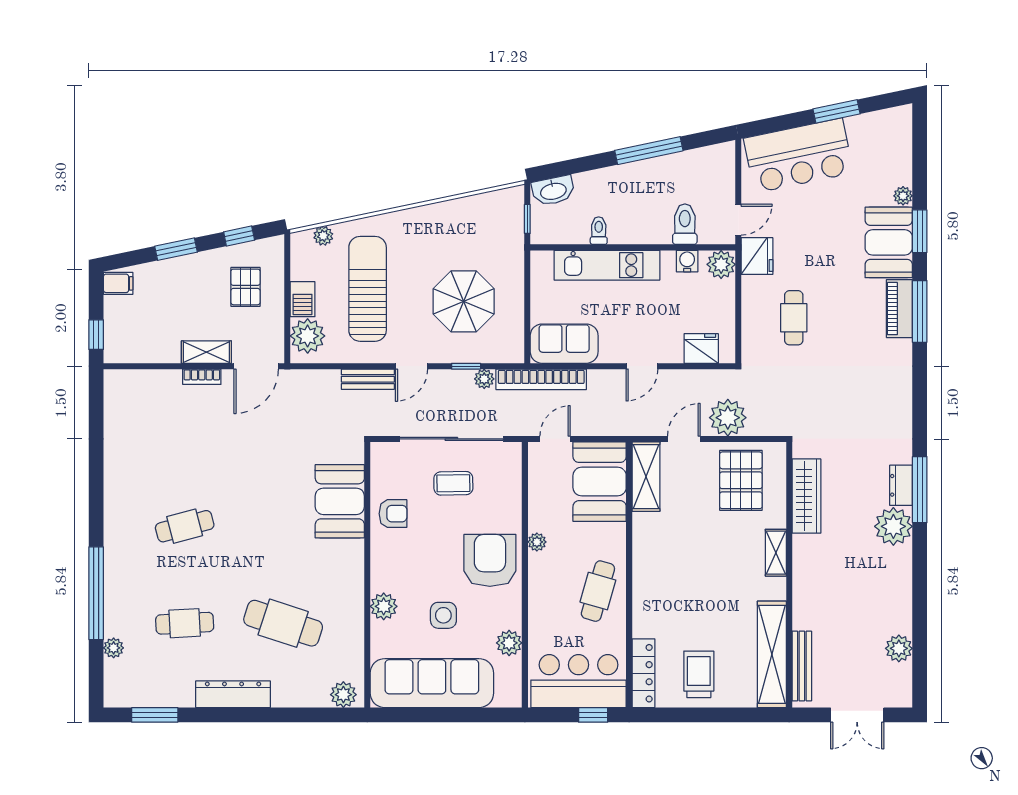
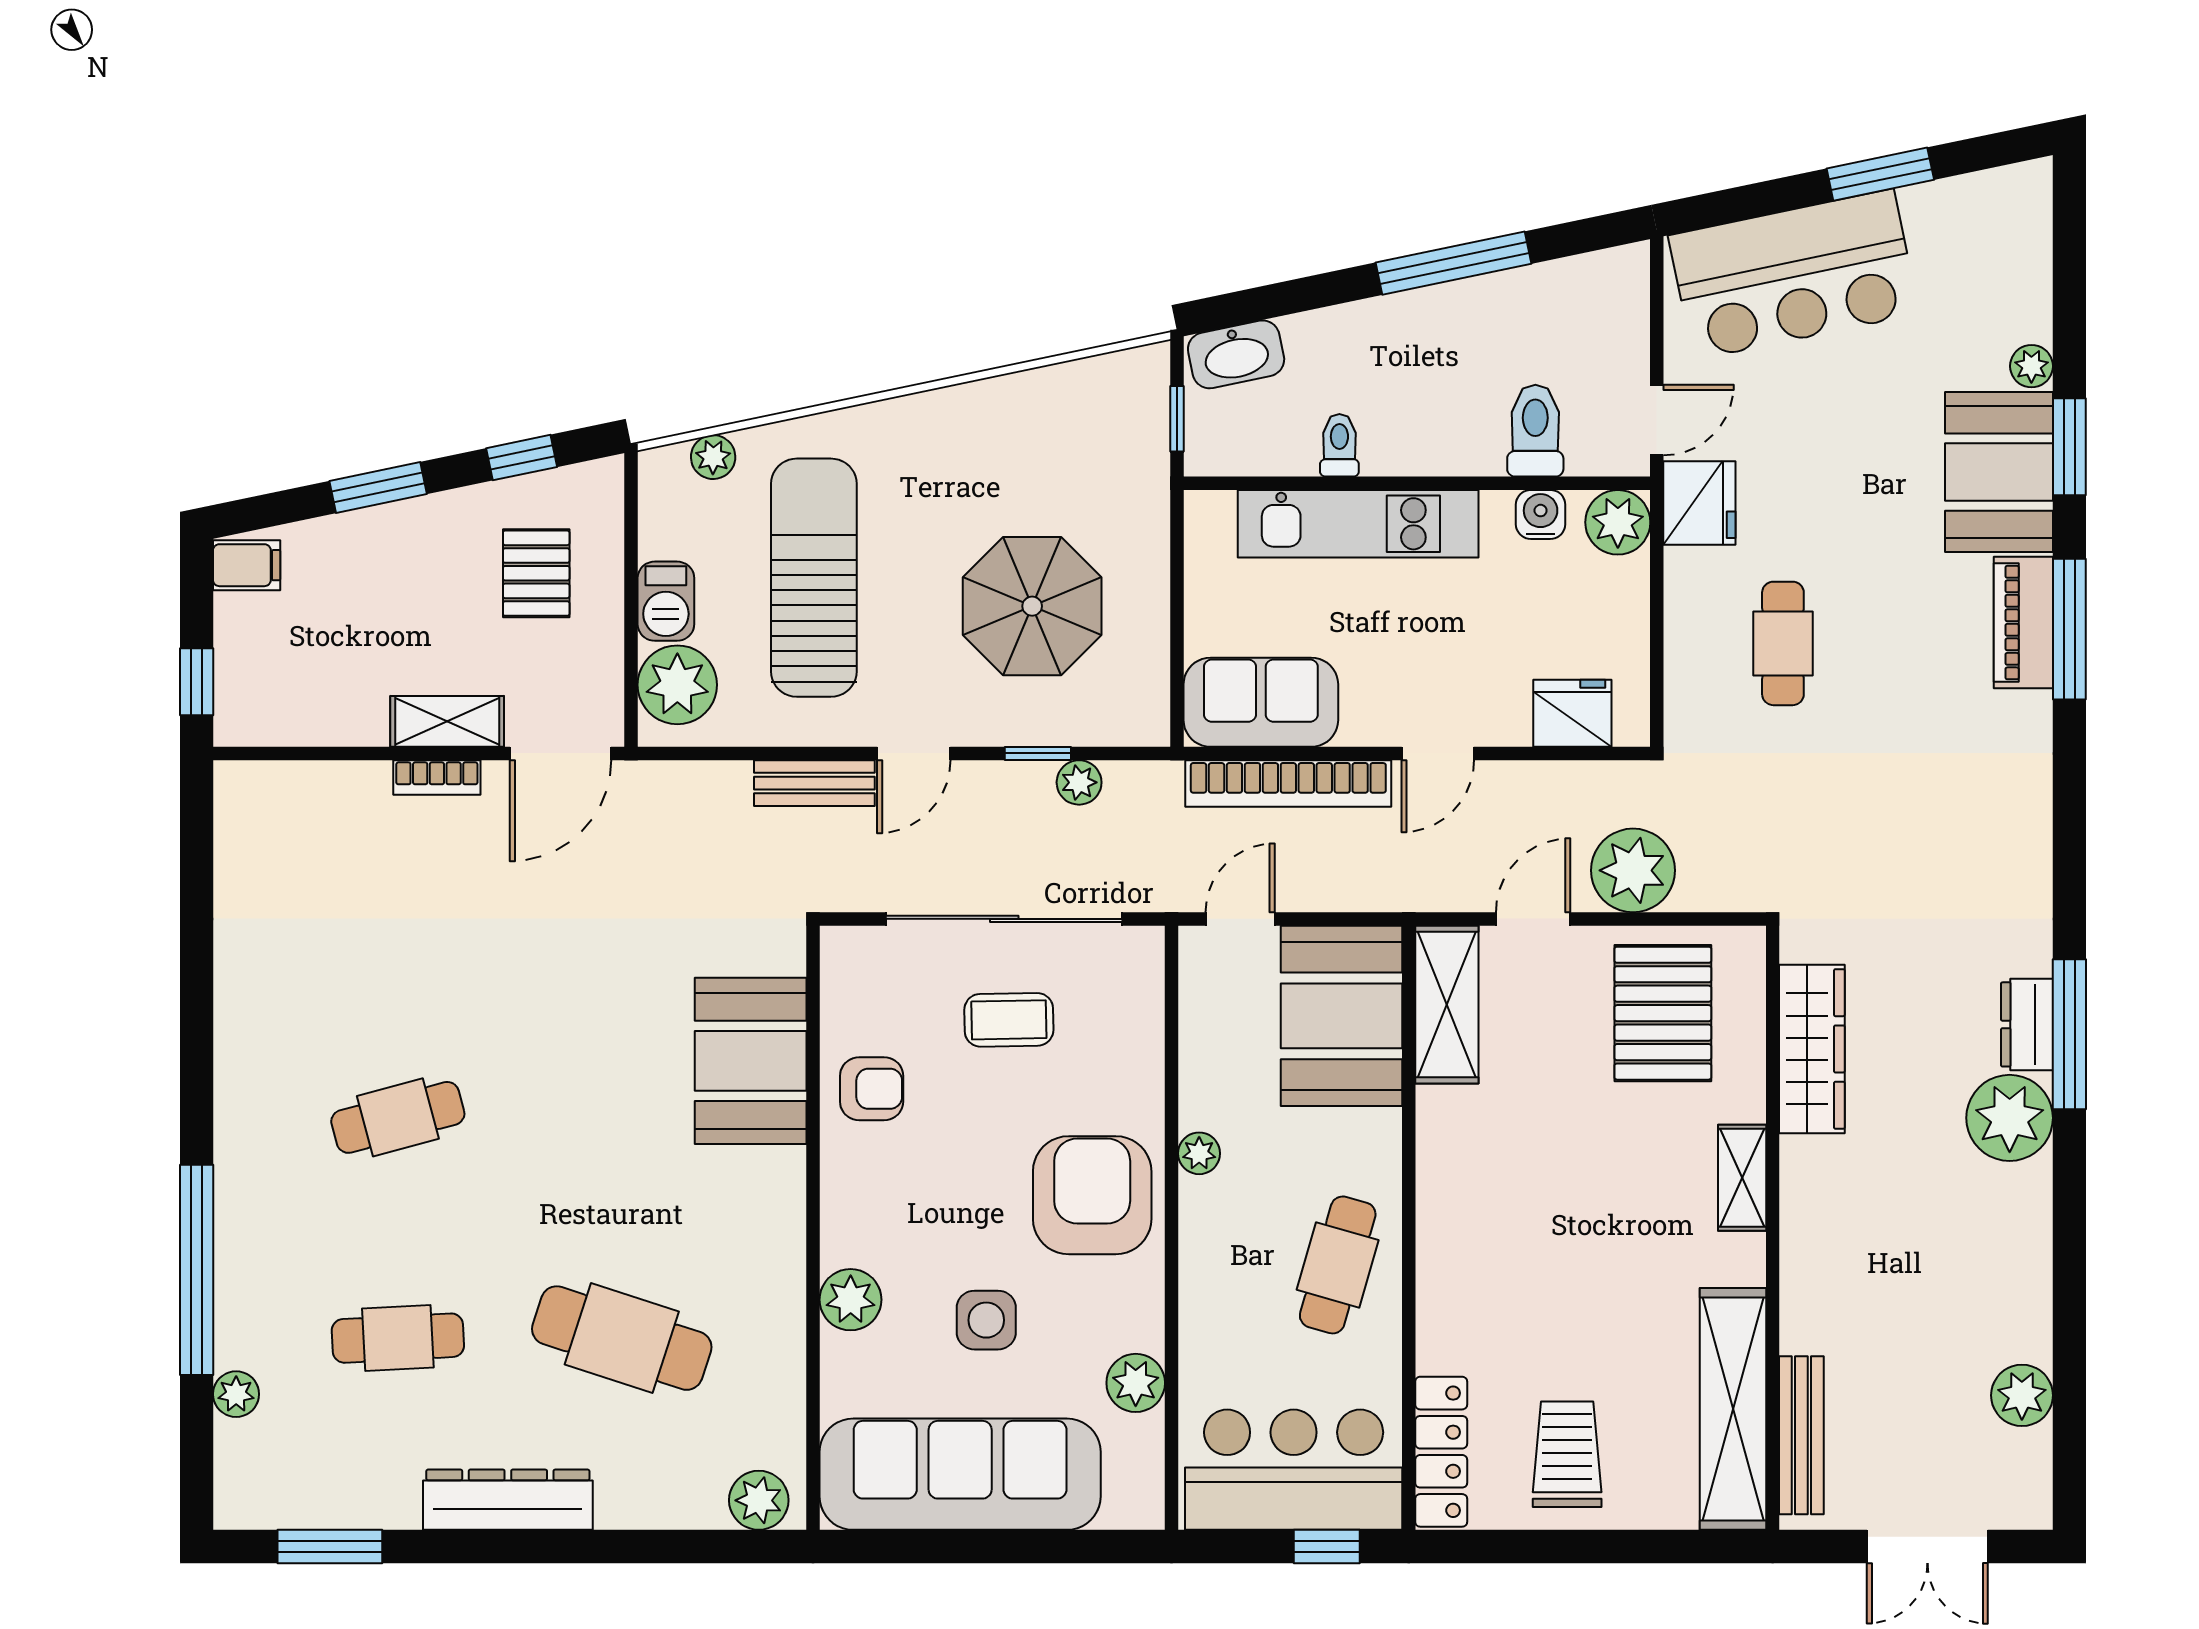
bookcase: (541, 379) -> (1288, 783), moved

